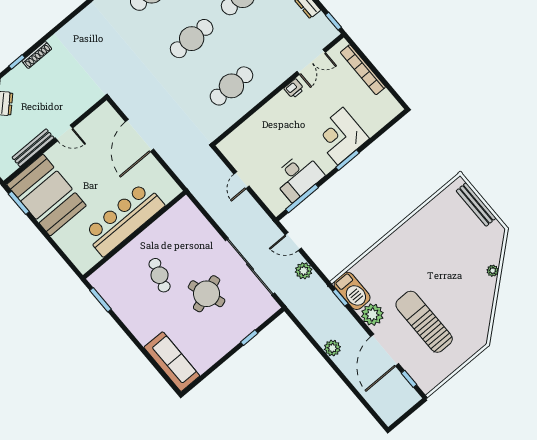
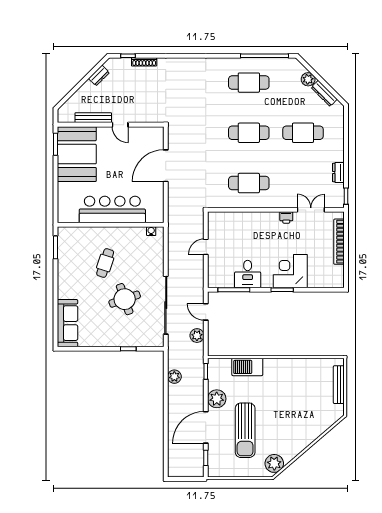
double door: (311, 62) -> (311, 210), swing flipped
desk: (298, 176) -> (248, 274), width x0.73
water cooler: (178, 209) -> (151, 231), added
plant: (493, 271) -> (274, 463), moved, width x1.88, depth x1.88
barbecue: (352, 291) -> (247, 367), moved, turned 90
sun lounger: (424, 322) -> (245, 430), turned 180
plant: (332, 348) -> (174, 377), moved

